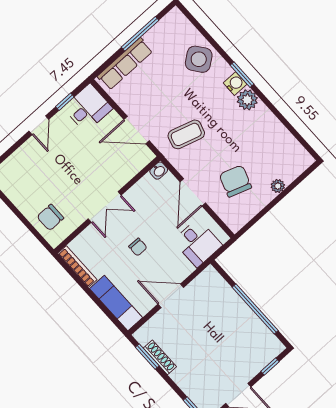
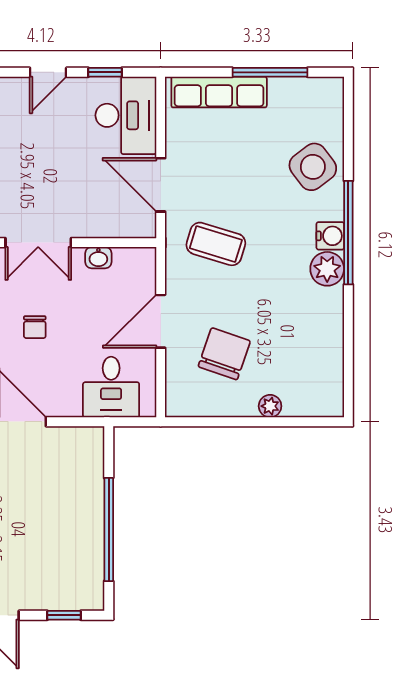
window: (242, 75) -> (348, 233), width x2.11
desk: (88, 108) -> (126, 115), width x1.37
washbasin: (159, 171) -> (98, 258), moved

